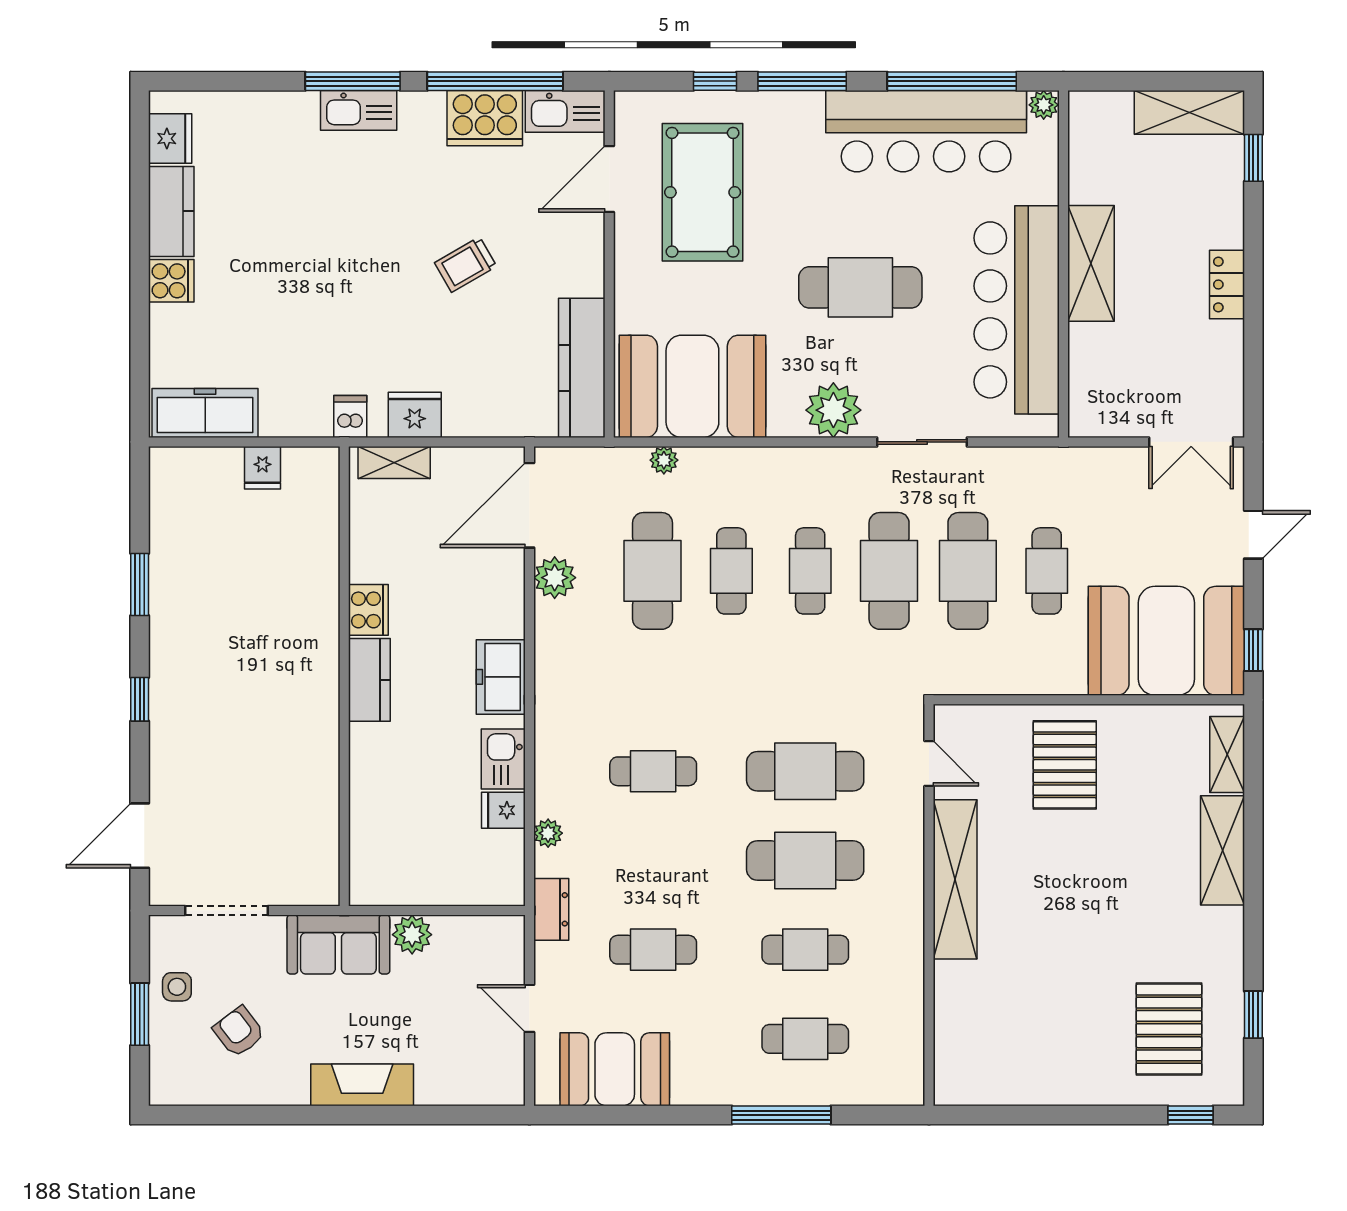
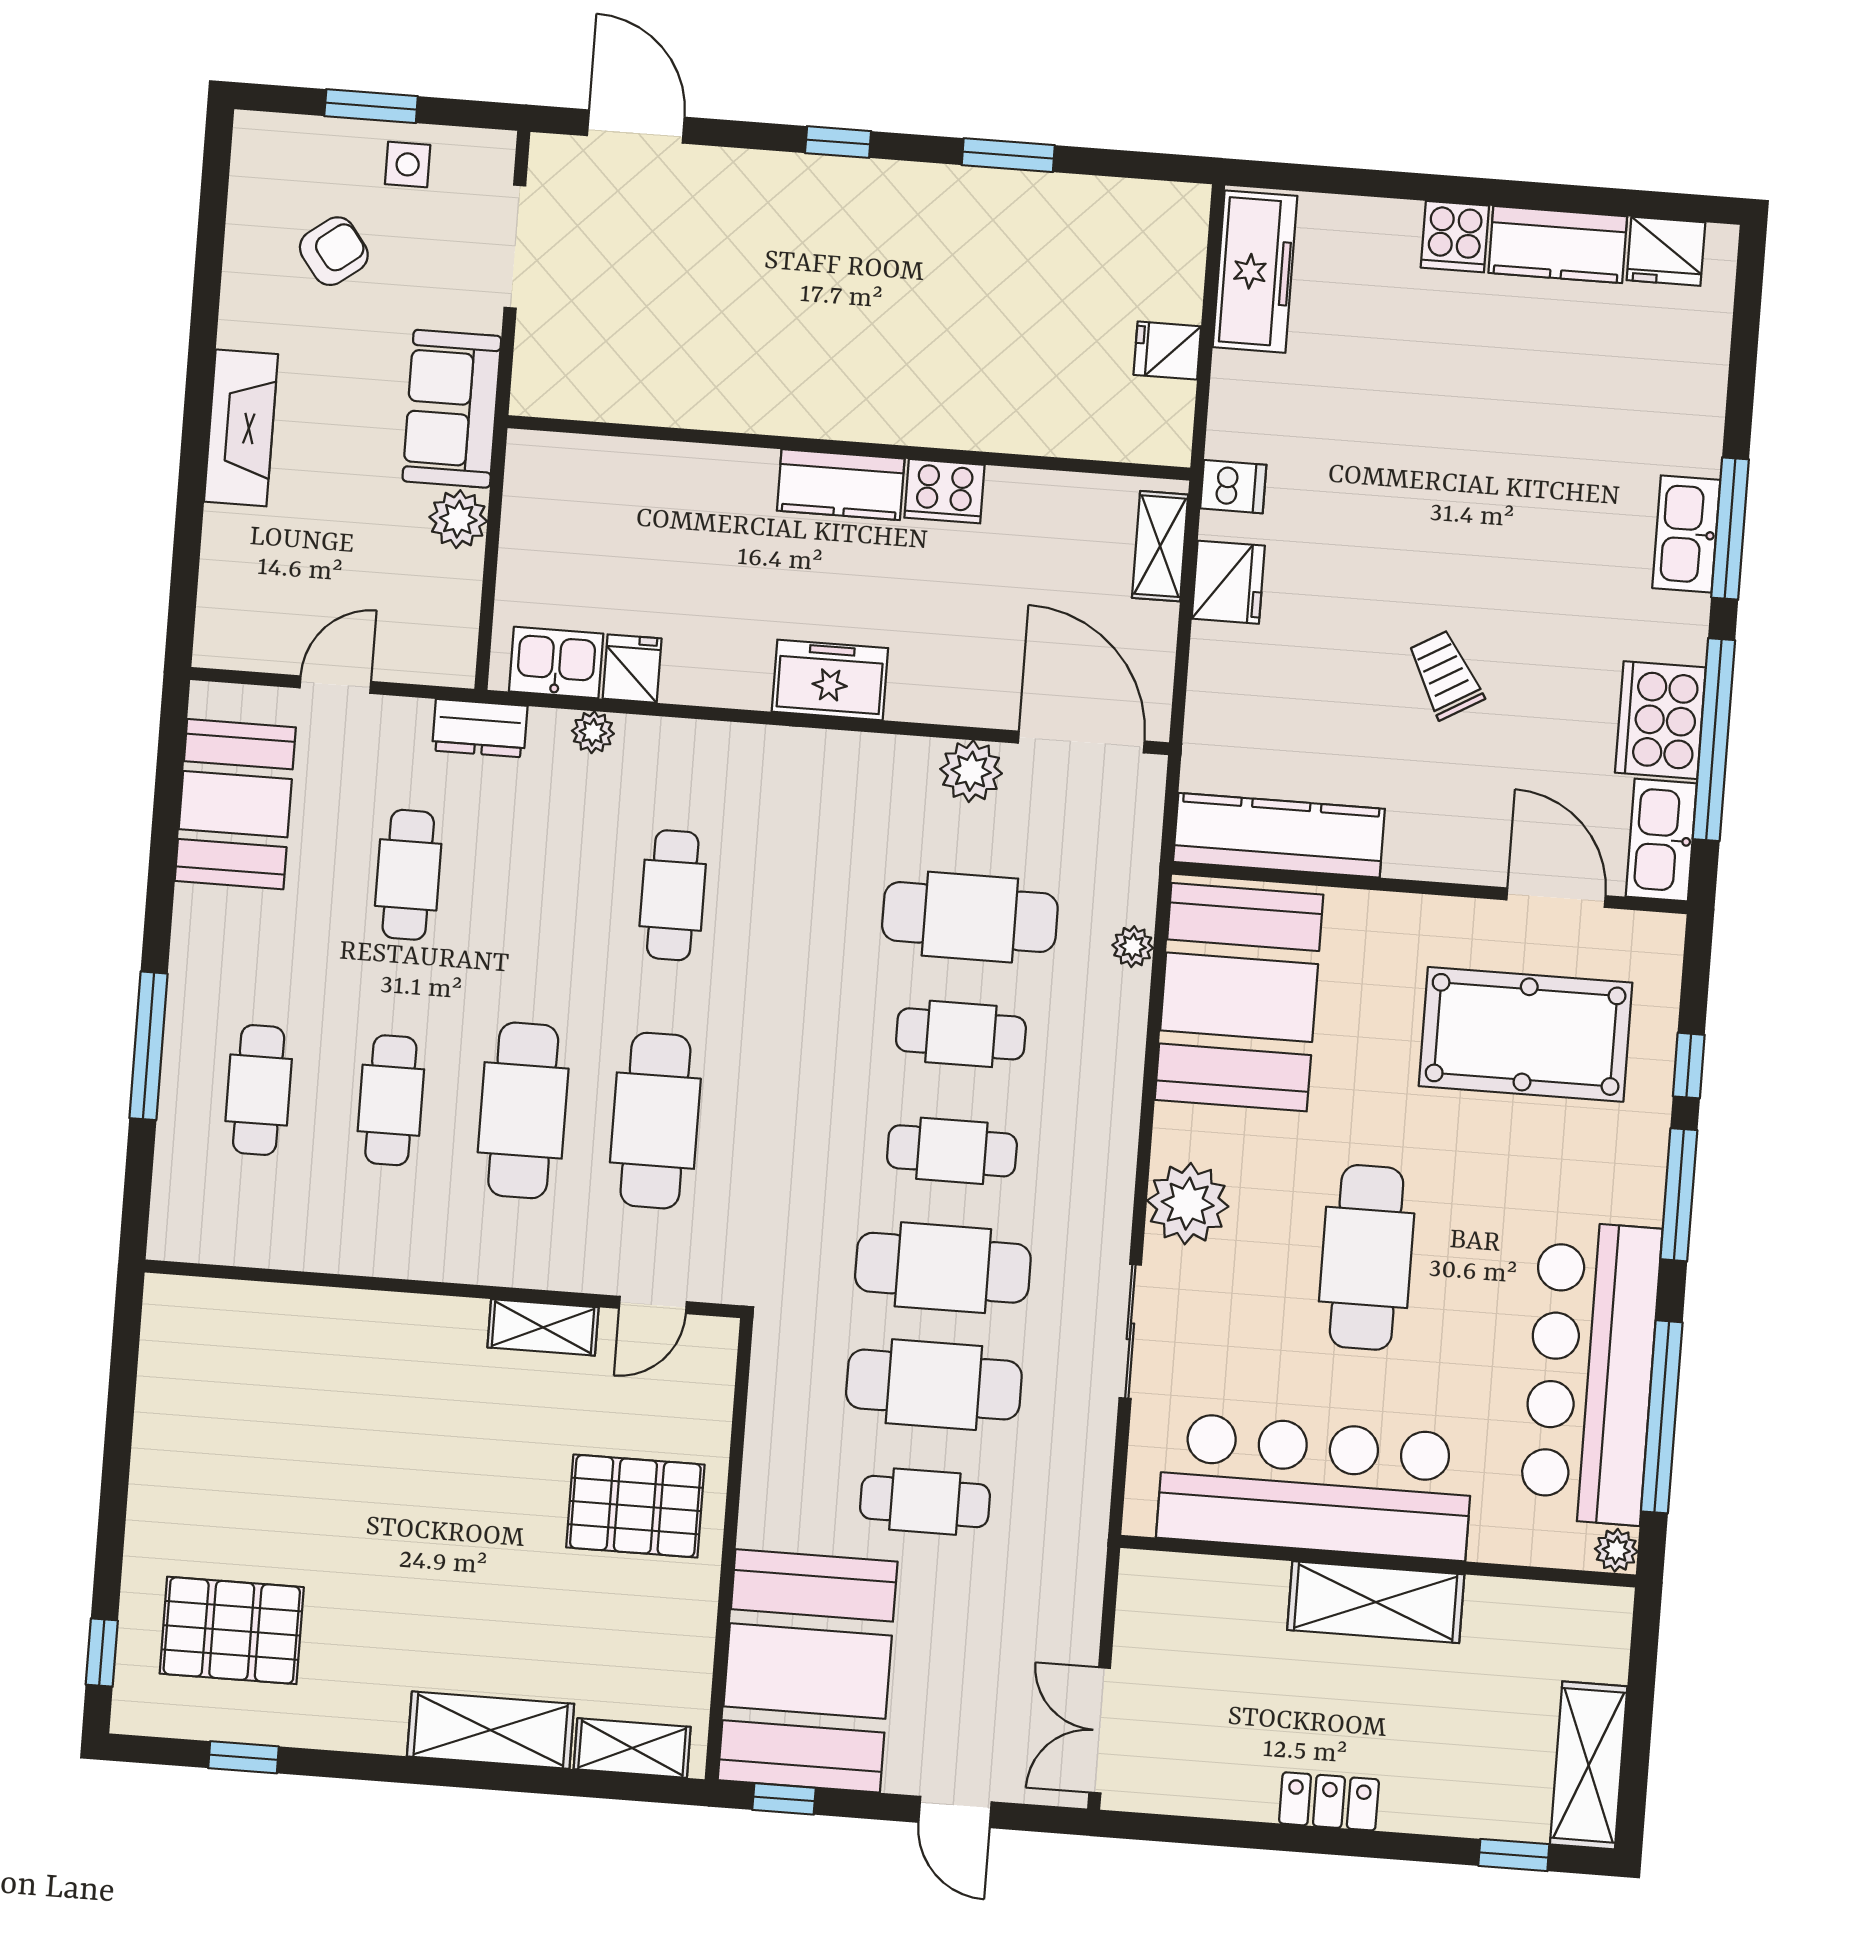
kitchen sink: (503, 759) -> (556, 663), moved
shelving: (955, 879) -> (543, 1327), width x0.45, depth x0.75

